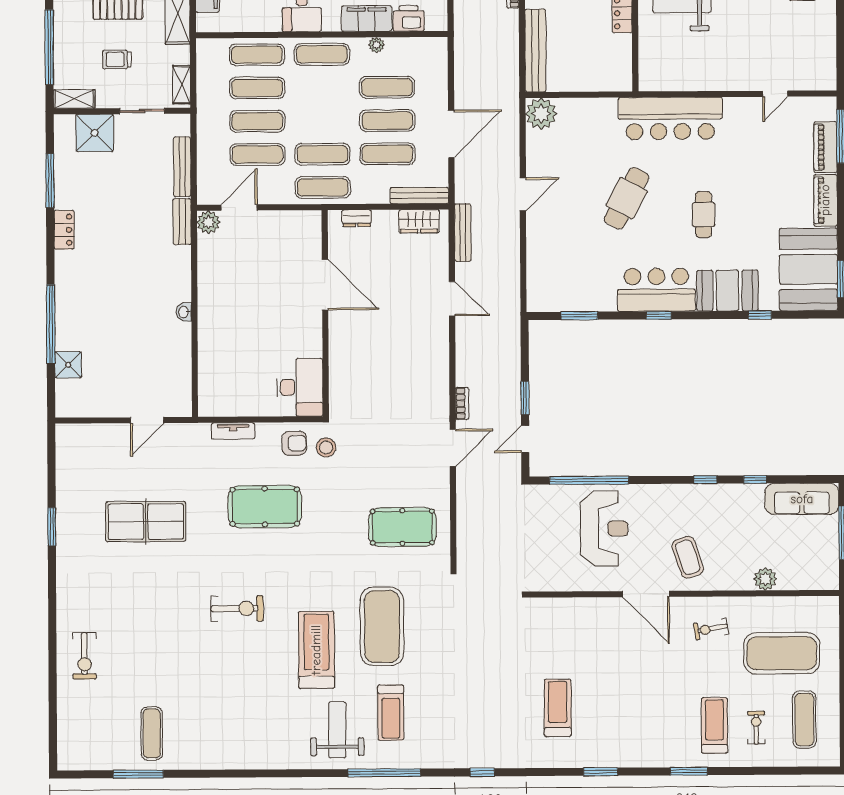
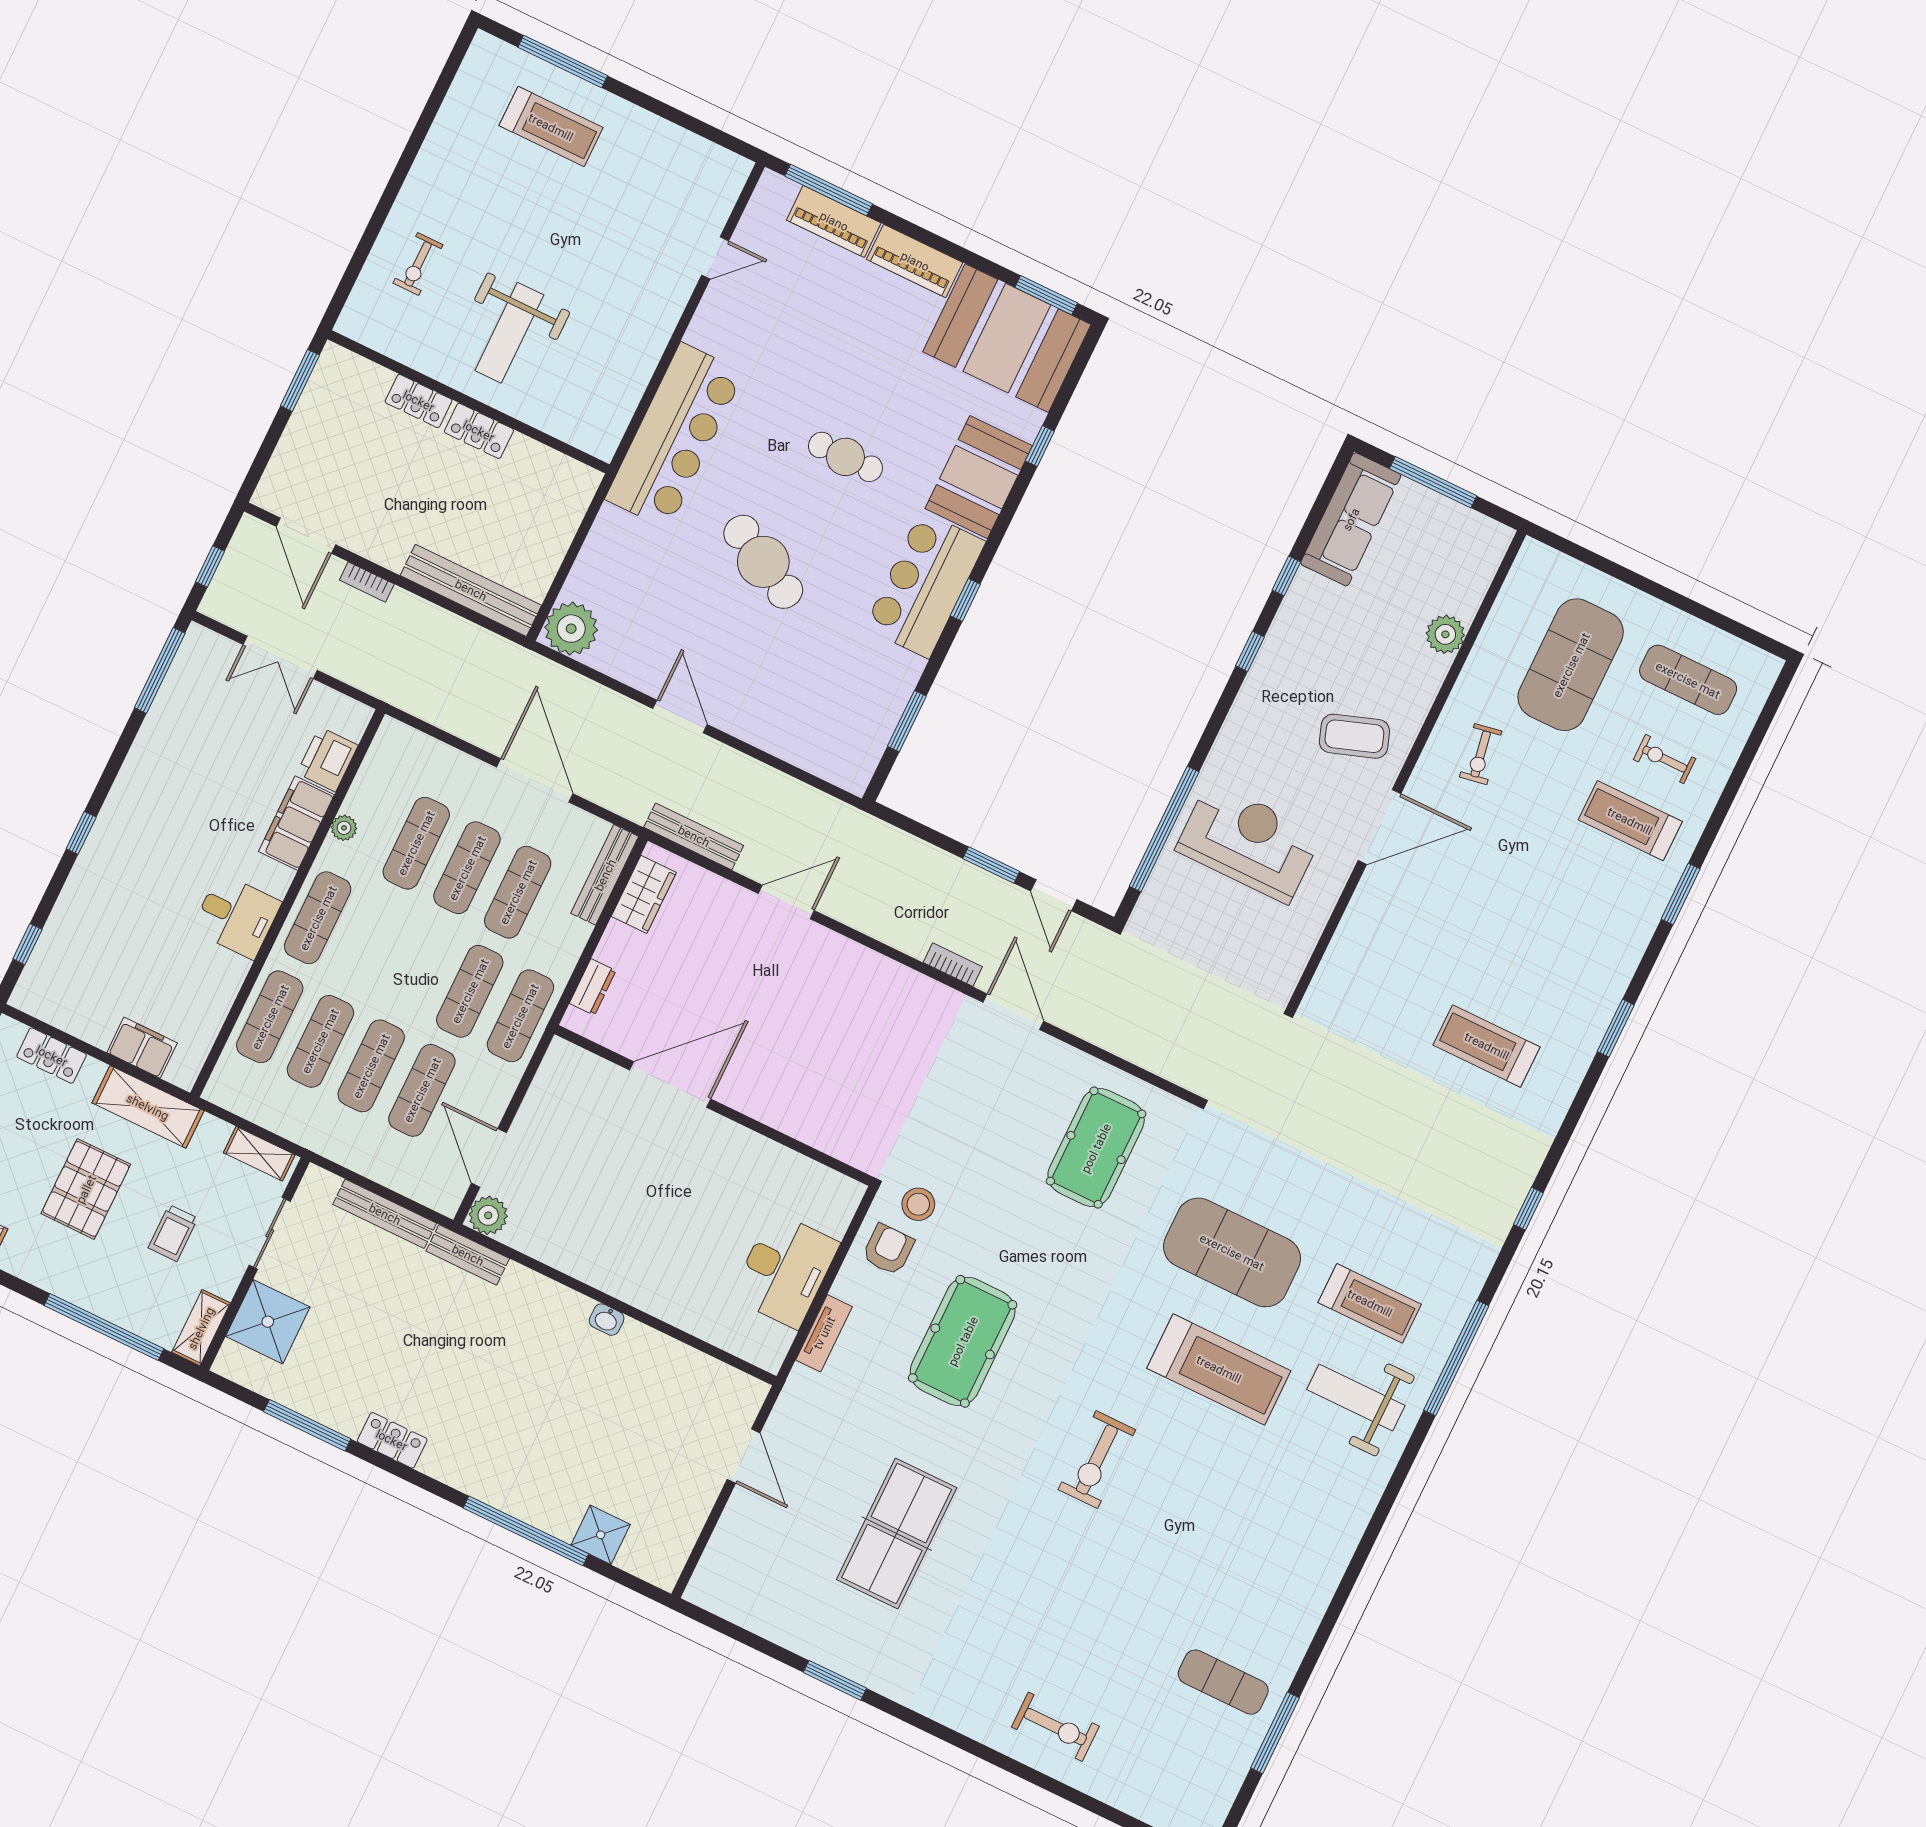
door: (775, 94) -> (715, 258), hinge flipped
desk: (300, 387) -> (785, 1270), moved, turned 90
exercise bike: (237, 609) -> (1097, 1460), turned 180
treadmill: (316, 650) -> (1219, 1369), turned 180

